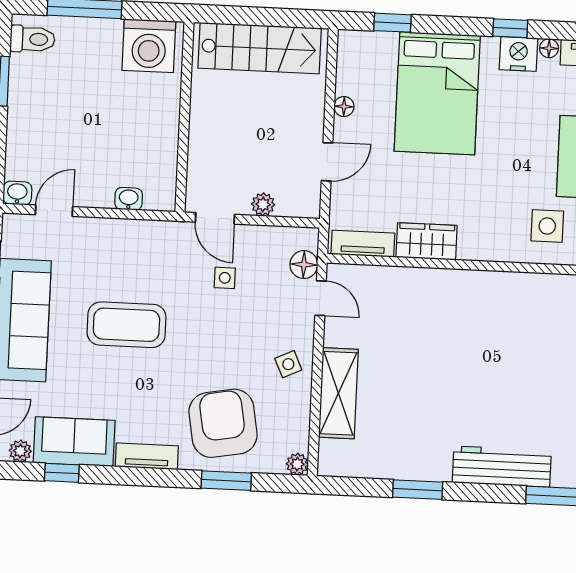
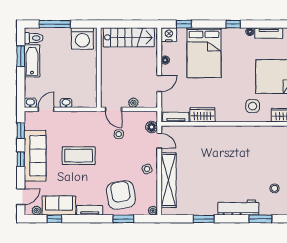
nightstand: (518, 54) -> (169, 35), moved
bathtub: (26, 93) -> (32, 61), added
washbasin: (129, 199) -> (66, 103), moved
shelving: (338, 393) -> (169, 180), width x1.47

